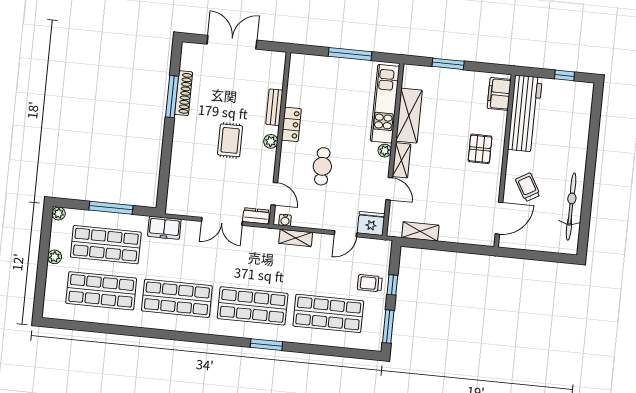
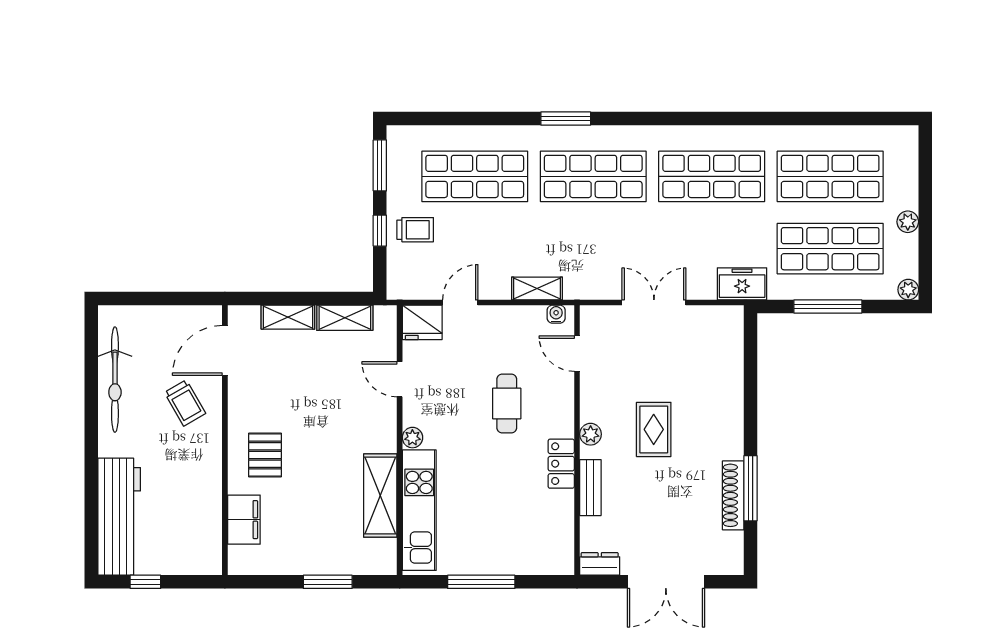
filing cabinet: (499, 94) -> (244, 520), moved
workbench: (525, 114) -> (119, 517), moved, turned 180
shelving: (401, 160) -> (288, 317), moved, turned 90
dresser: (256, 216) -> (600, 564), moved, turned 180

